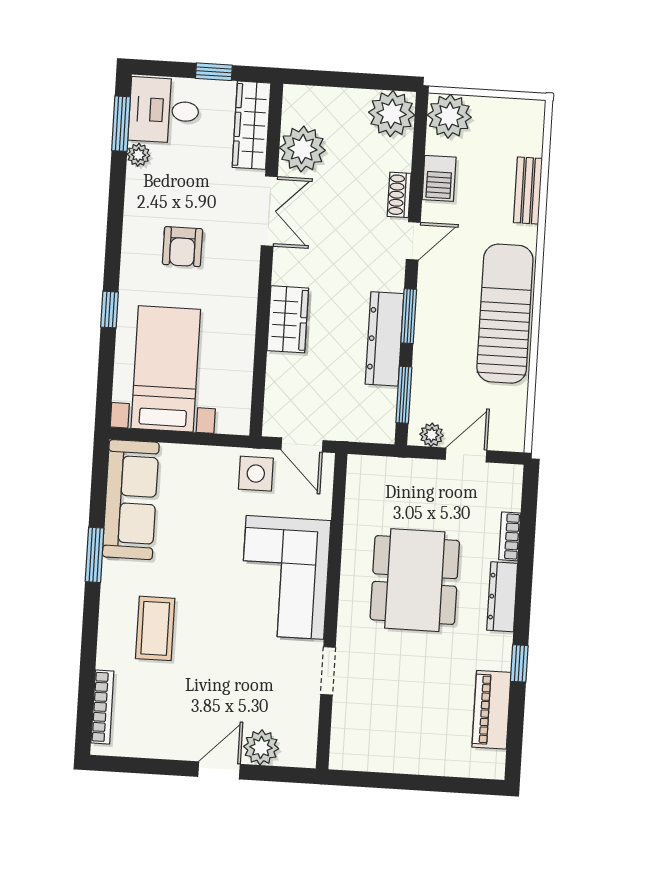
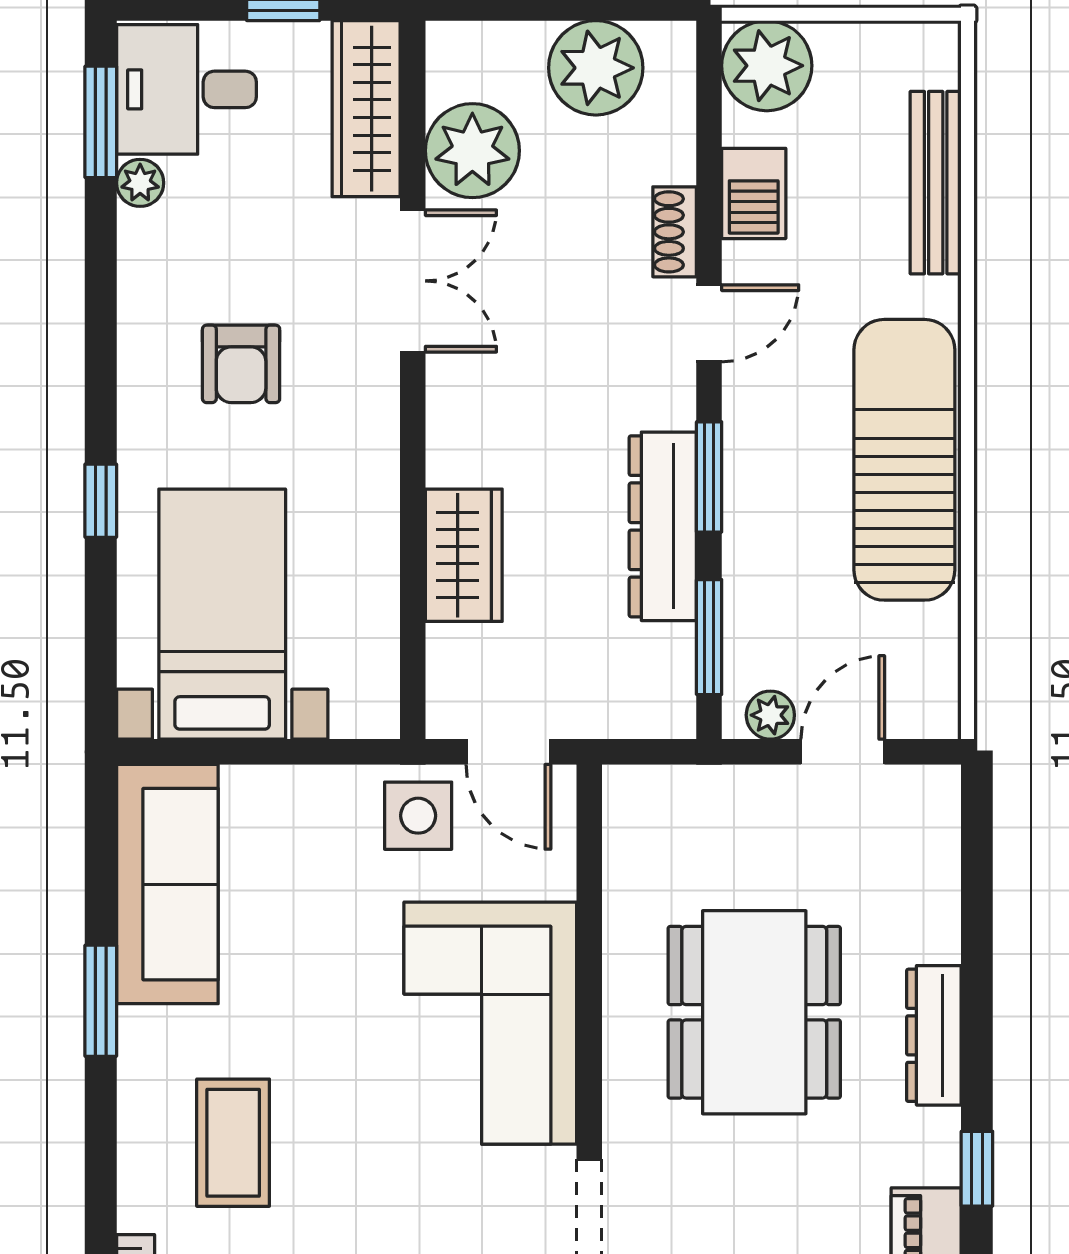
plant: (392, 114) -> (596, 68), moved
bench: (528, 190) -> (936, 183), width x1.36
wardrobe: (288, 319) -> (464, 555), moved
bookcase: (510, 536) -> (942, 912), removed

